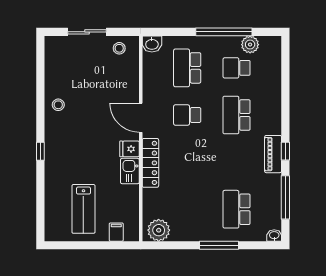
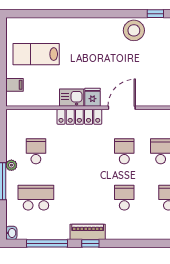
stool: (58, 105) -> (134, 30), width x1.89, depth x1.89
school desk: (237, 115) -> (124, 198), width x0.54
window: (40, 151) -> (155, 14), moved
school desk: (187, 209) -> (36, 151), added
plant: (159, 230) -> (11, 165), moved, width x0.53, depth x0.53

